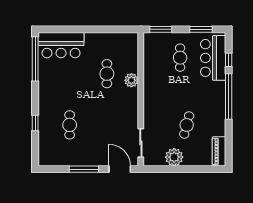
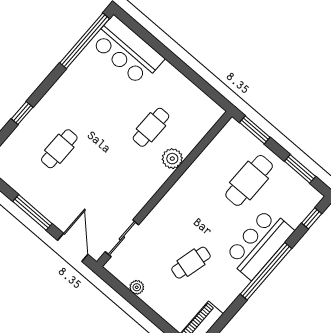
cafe table: (180, 58) -> (249, 180), width x1.37, depth x1.35
bar counter: (213, 58) -> (259, 244), moved
window: (229, 60) -> (312, 218), moved
plant: (174, 157) -> (137, 287), width x0.53, depth x0.53

